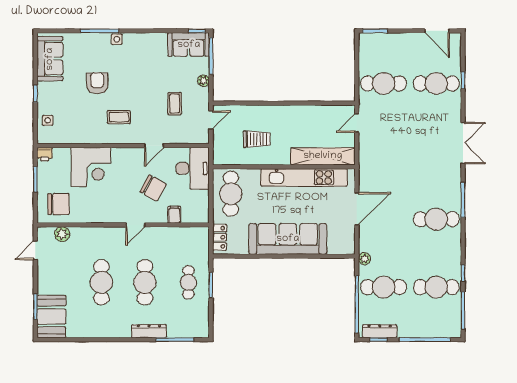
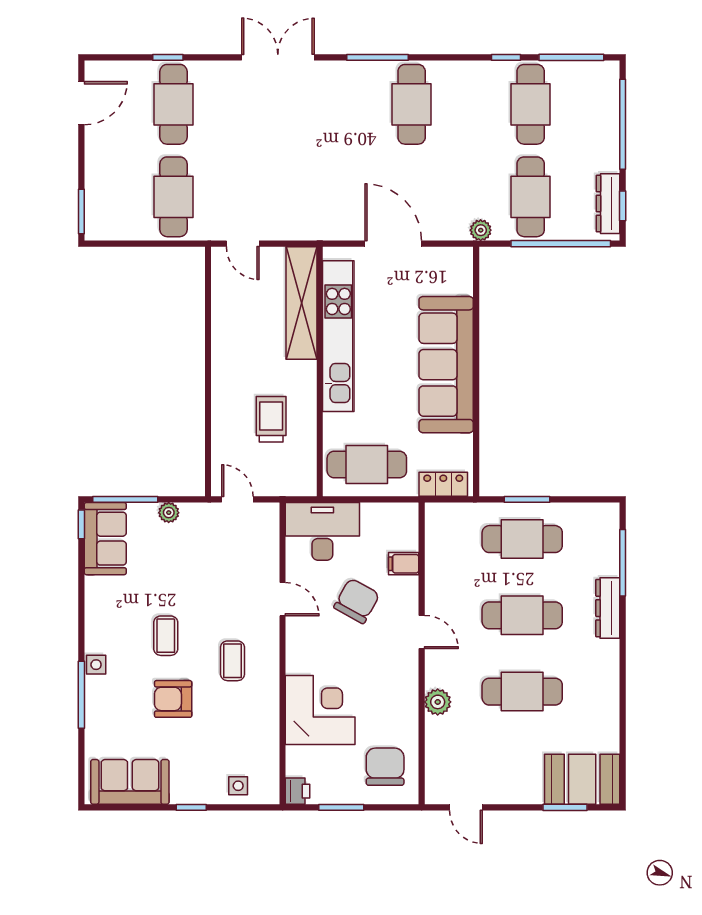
coffee table: (175, 104) -> (166, 636), moved, turned 90
plant: (62, 234) -> (438, 702), moved
cafe table: (188, 282) -> (522, 539), width x1.37, depth x1.35

